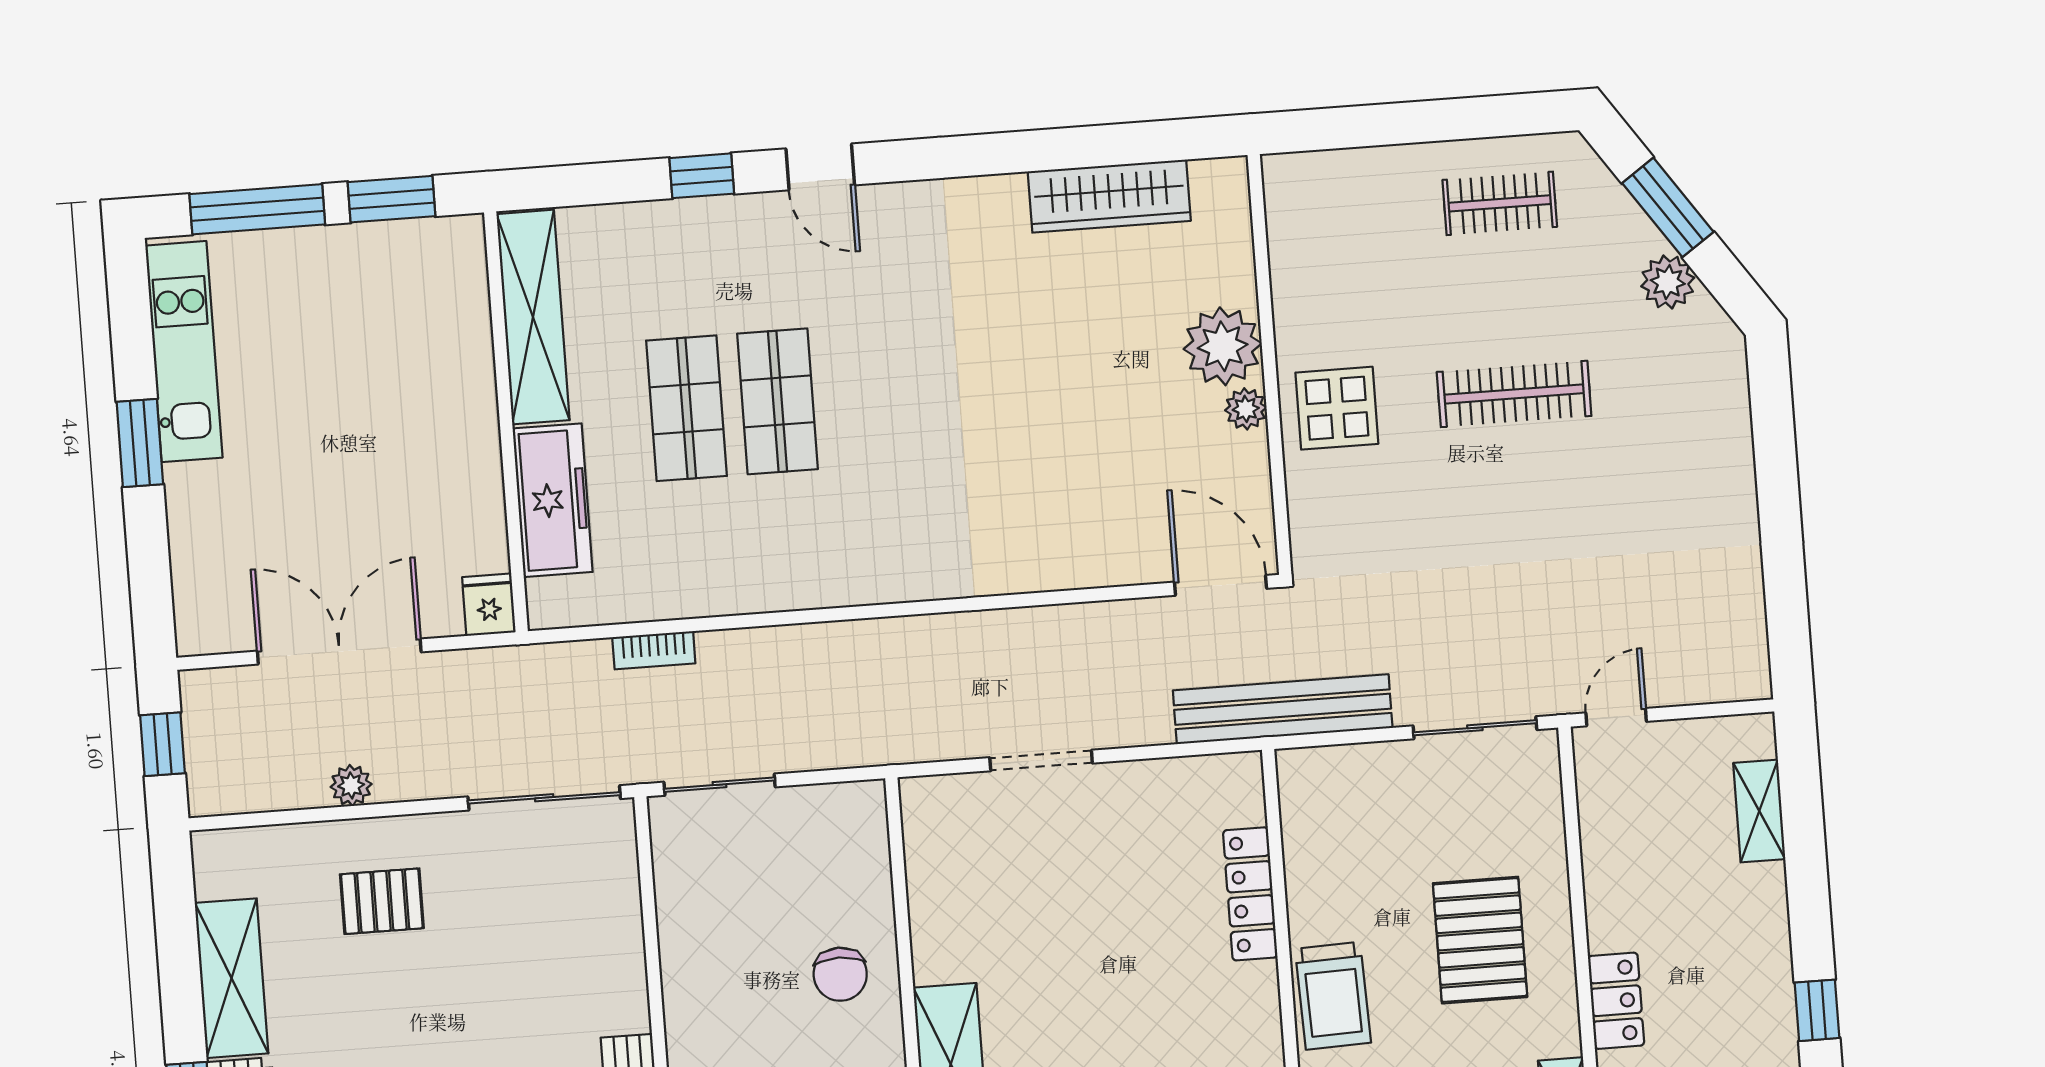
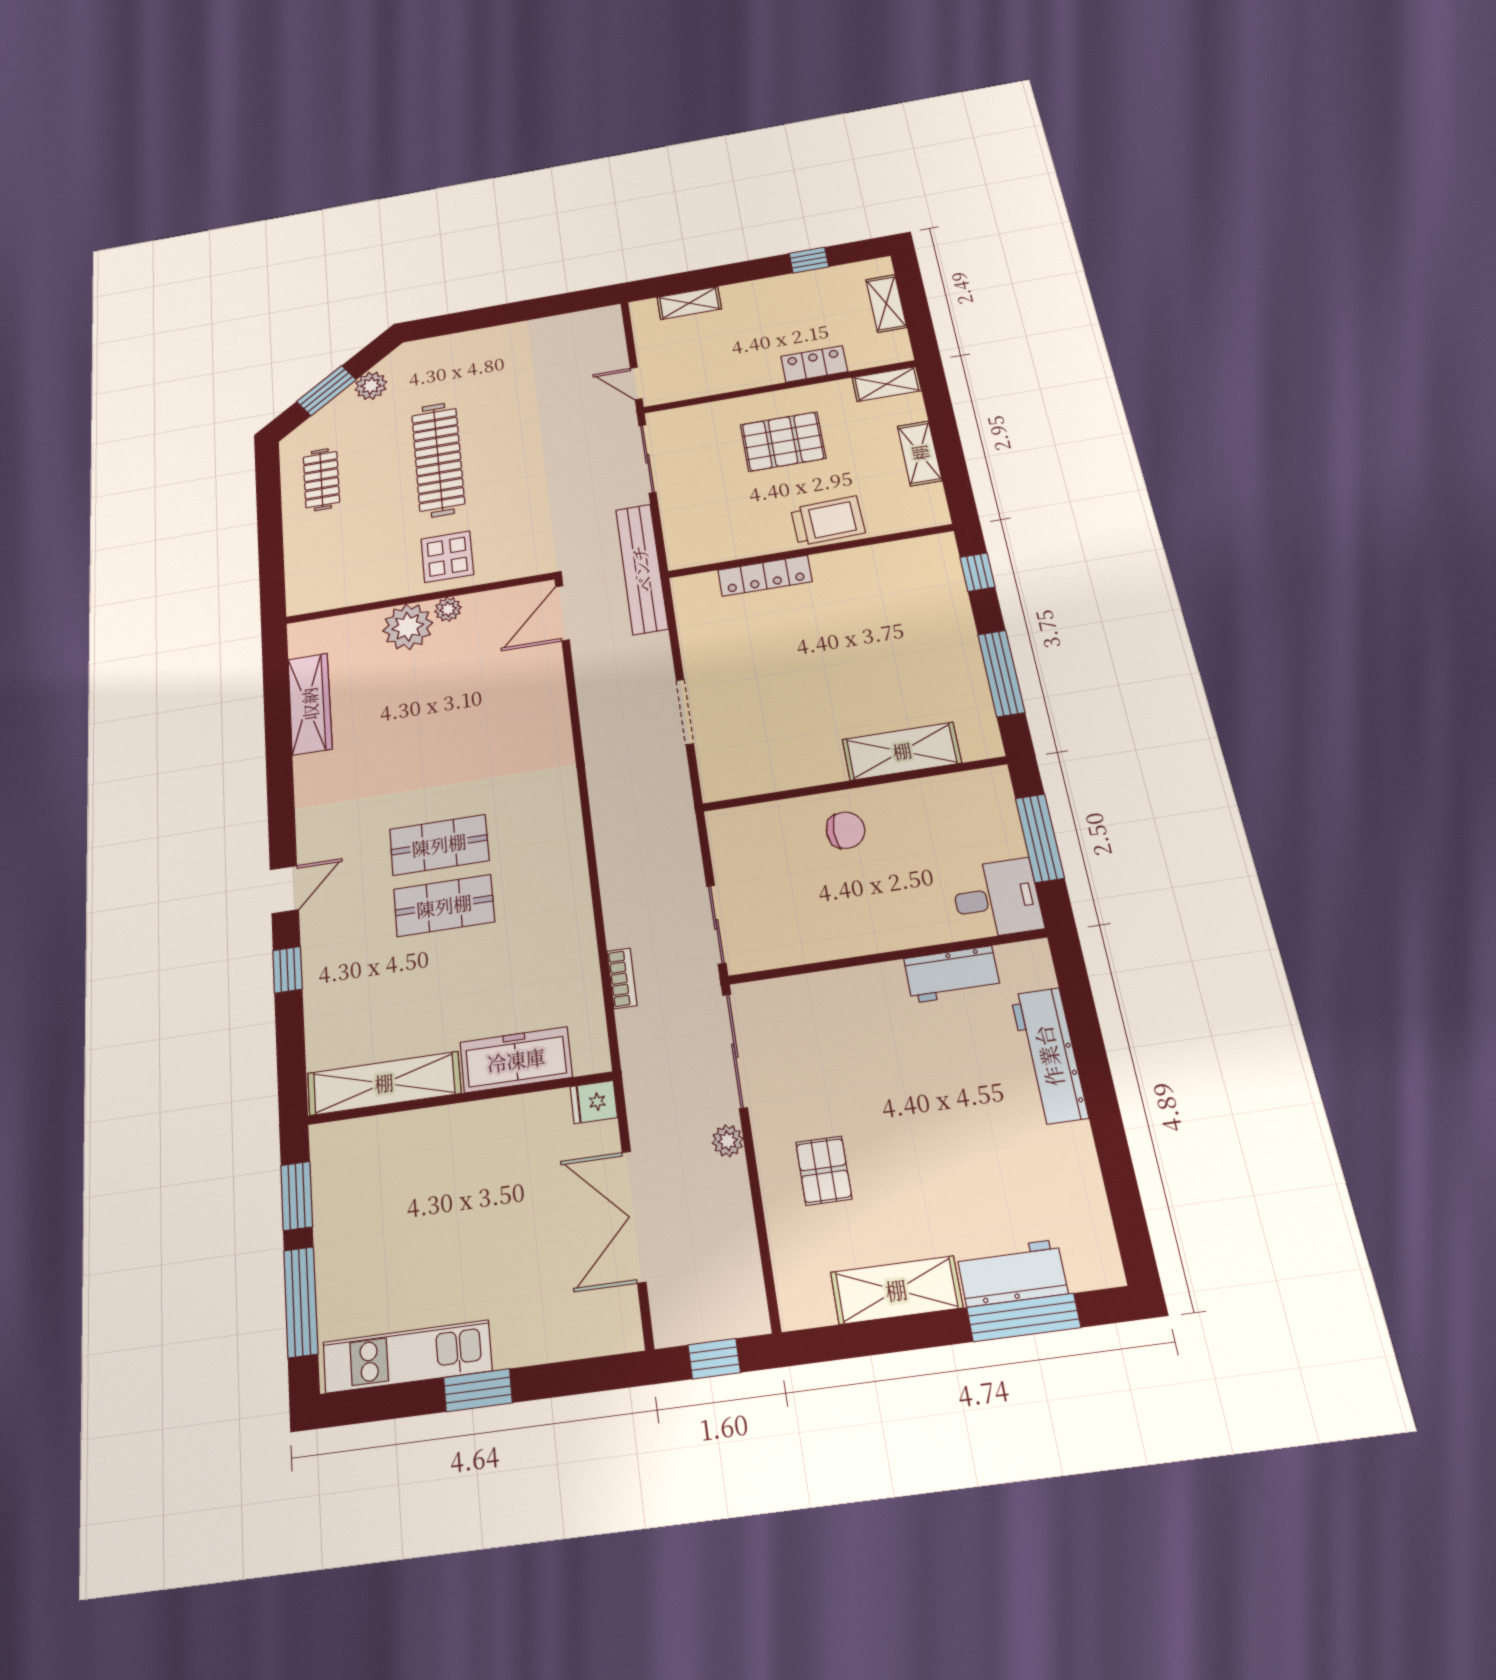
clothes rail: (1514, 394) -> (438, 459), width x1.37, depth x1.31
shop shelf: (686, 408) -> (439, 845), moved
plant: (351, 785) -> (728, 1141), moved

